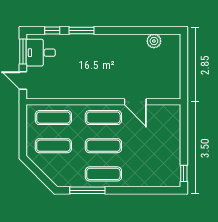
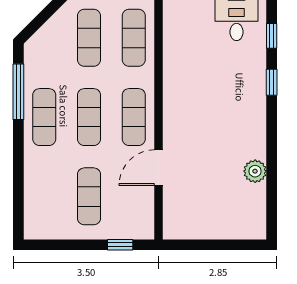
window: (81, 31) -> (272, 82), width x0.67
plant: (154, 41) -> (255, 171), moved
exercise mat: (153, 146) -> (89, 196), added
window: (184, 173) -> (120, 245), moved

